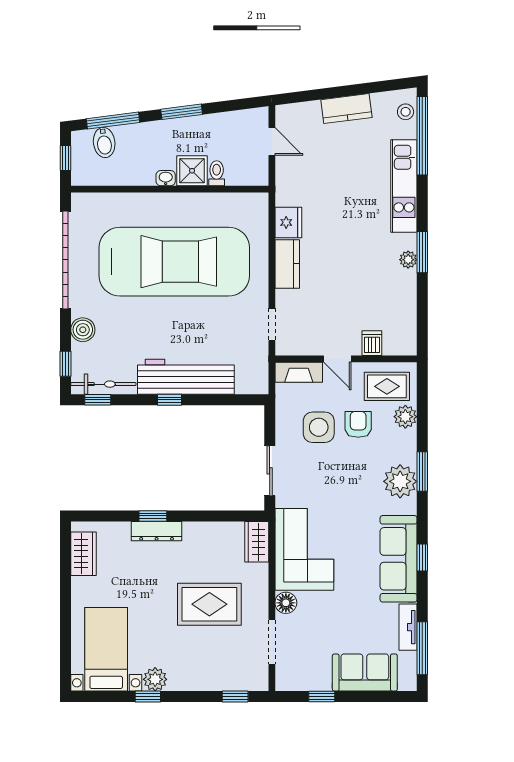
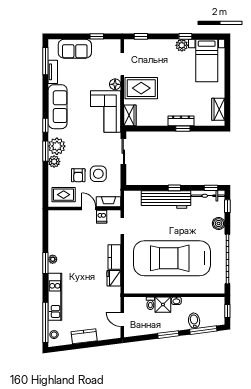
bidet: (104, 143) -> (194, 321), moved
dishwasher: (372, 343) -> (102, 217), moved
plant: (405, 417) -> (54, 162), moved
window: (422, 557) -> (45, 125), moved
rug: (209, 604) -> (141, 88), moved

